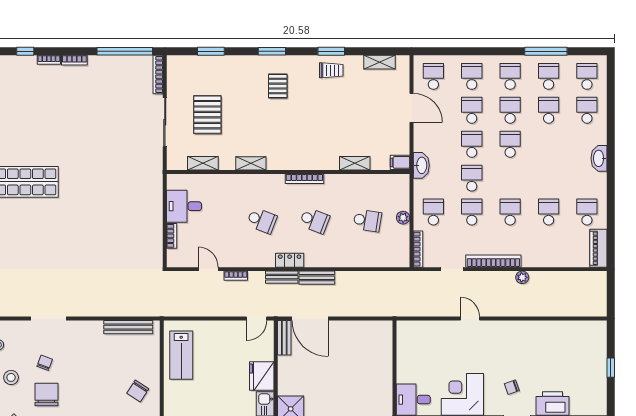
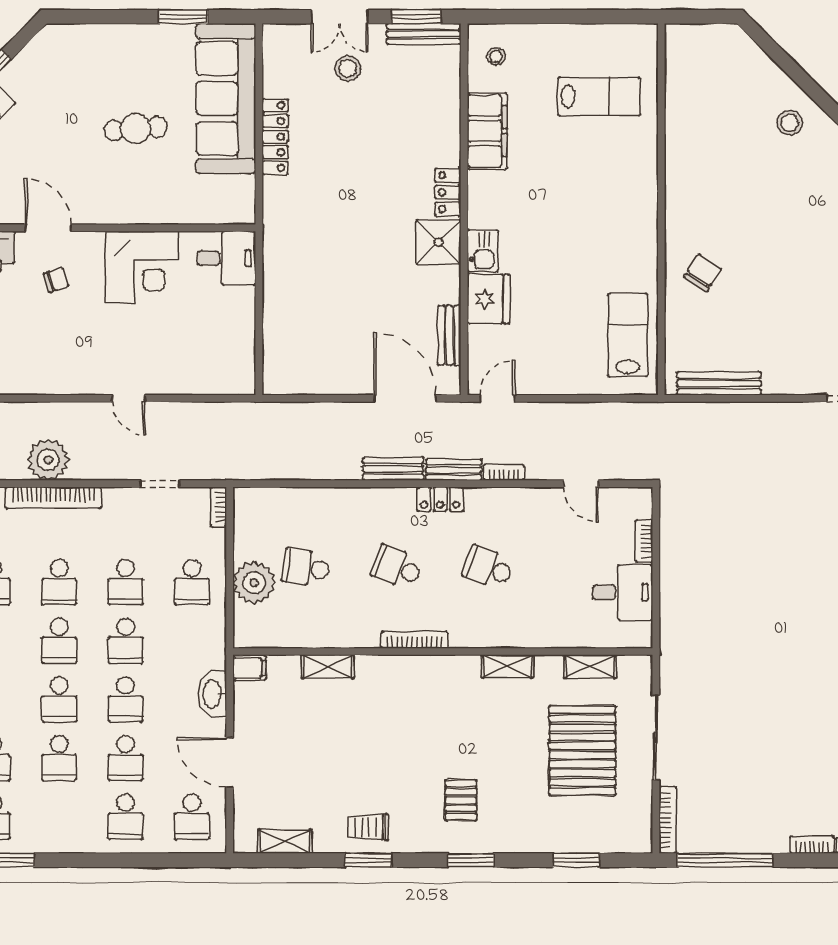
school desk: (510, 76) -> (59, 641), moved
pallet: (207, 115) -> (582, 751), width x1.37, depth x1.41
washbasin: (421, 165) -> (213, 694), moved
plant: (403, 218) -> (254, 583), width x1.88, depth x1.88
bookcase: (418, 249) -> (218, 507), width x0.64
bookcase: (493, 261) -> (53, 498), moved
bookcase: (236, 276) -> (504, 472), moved
plant: (522, 277) -> (48, 460), width x1.88, depth x1.88
bench: (284, 338) -> (449, 335), moved

